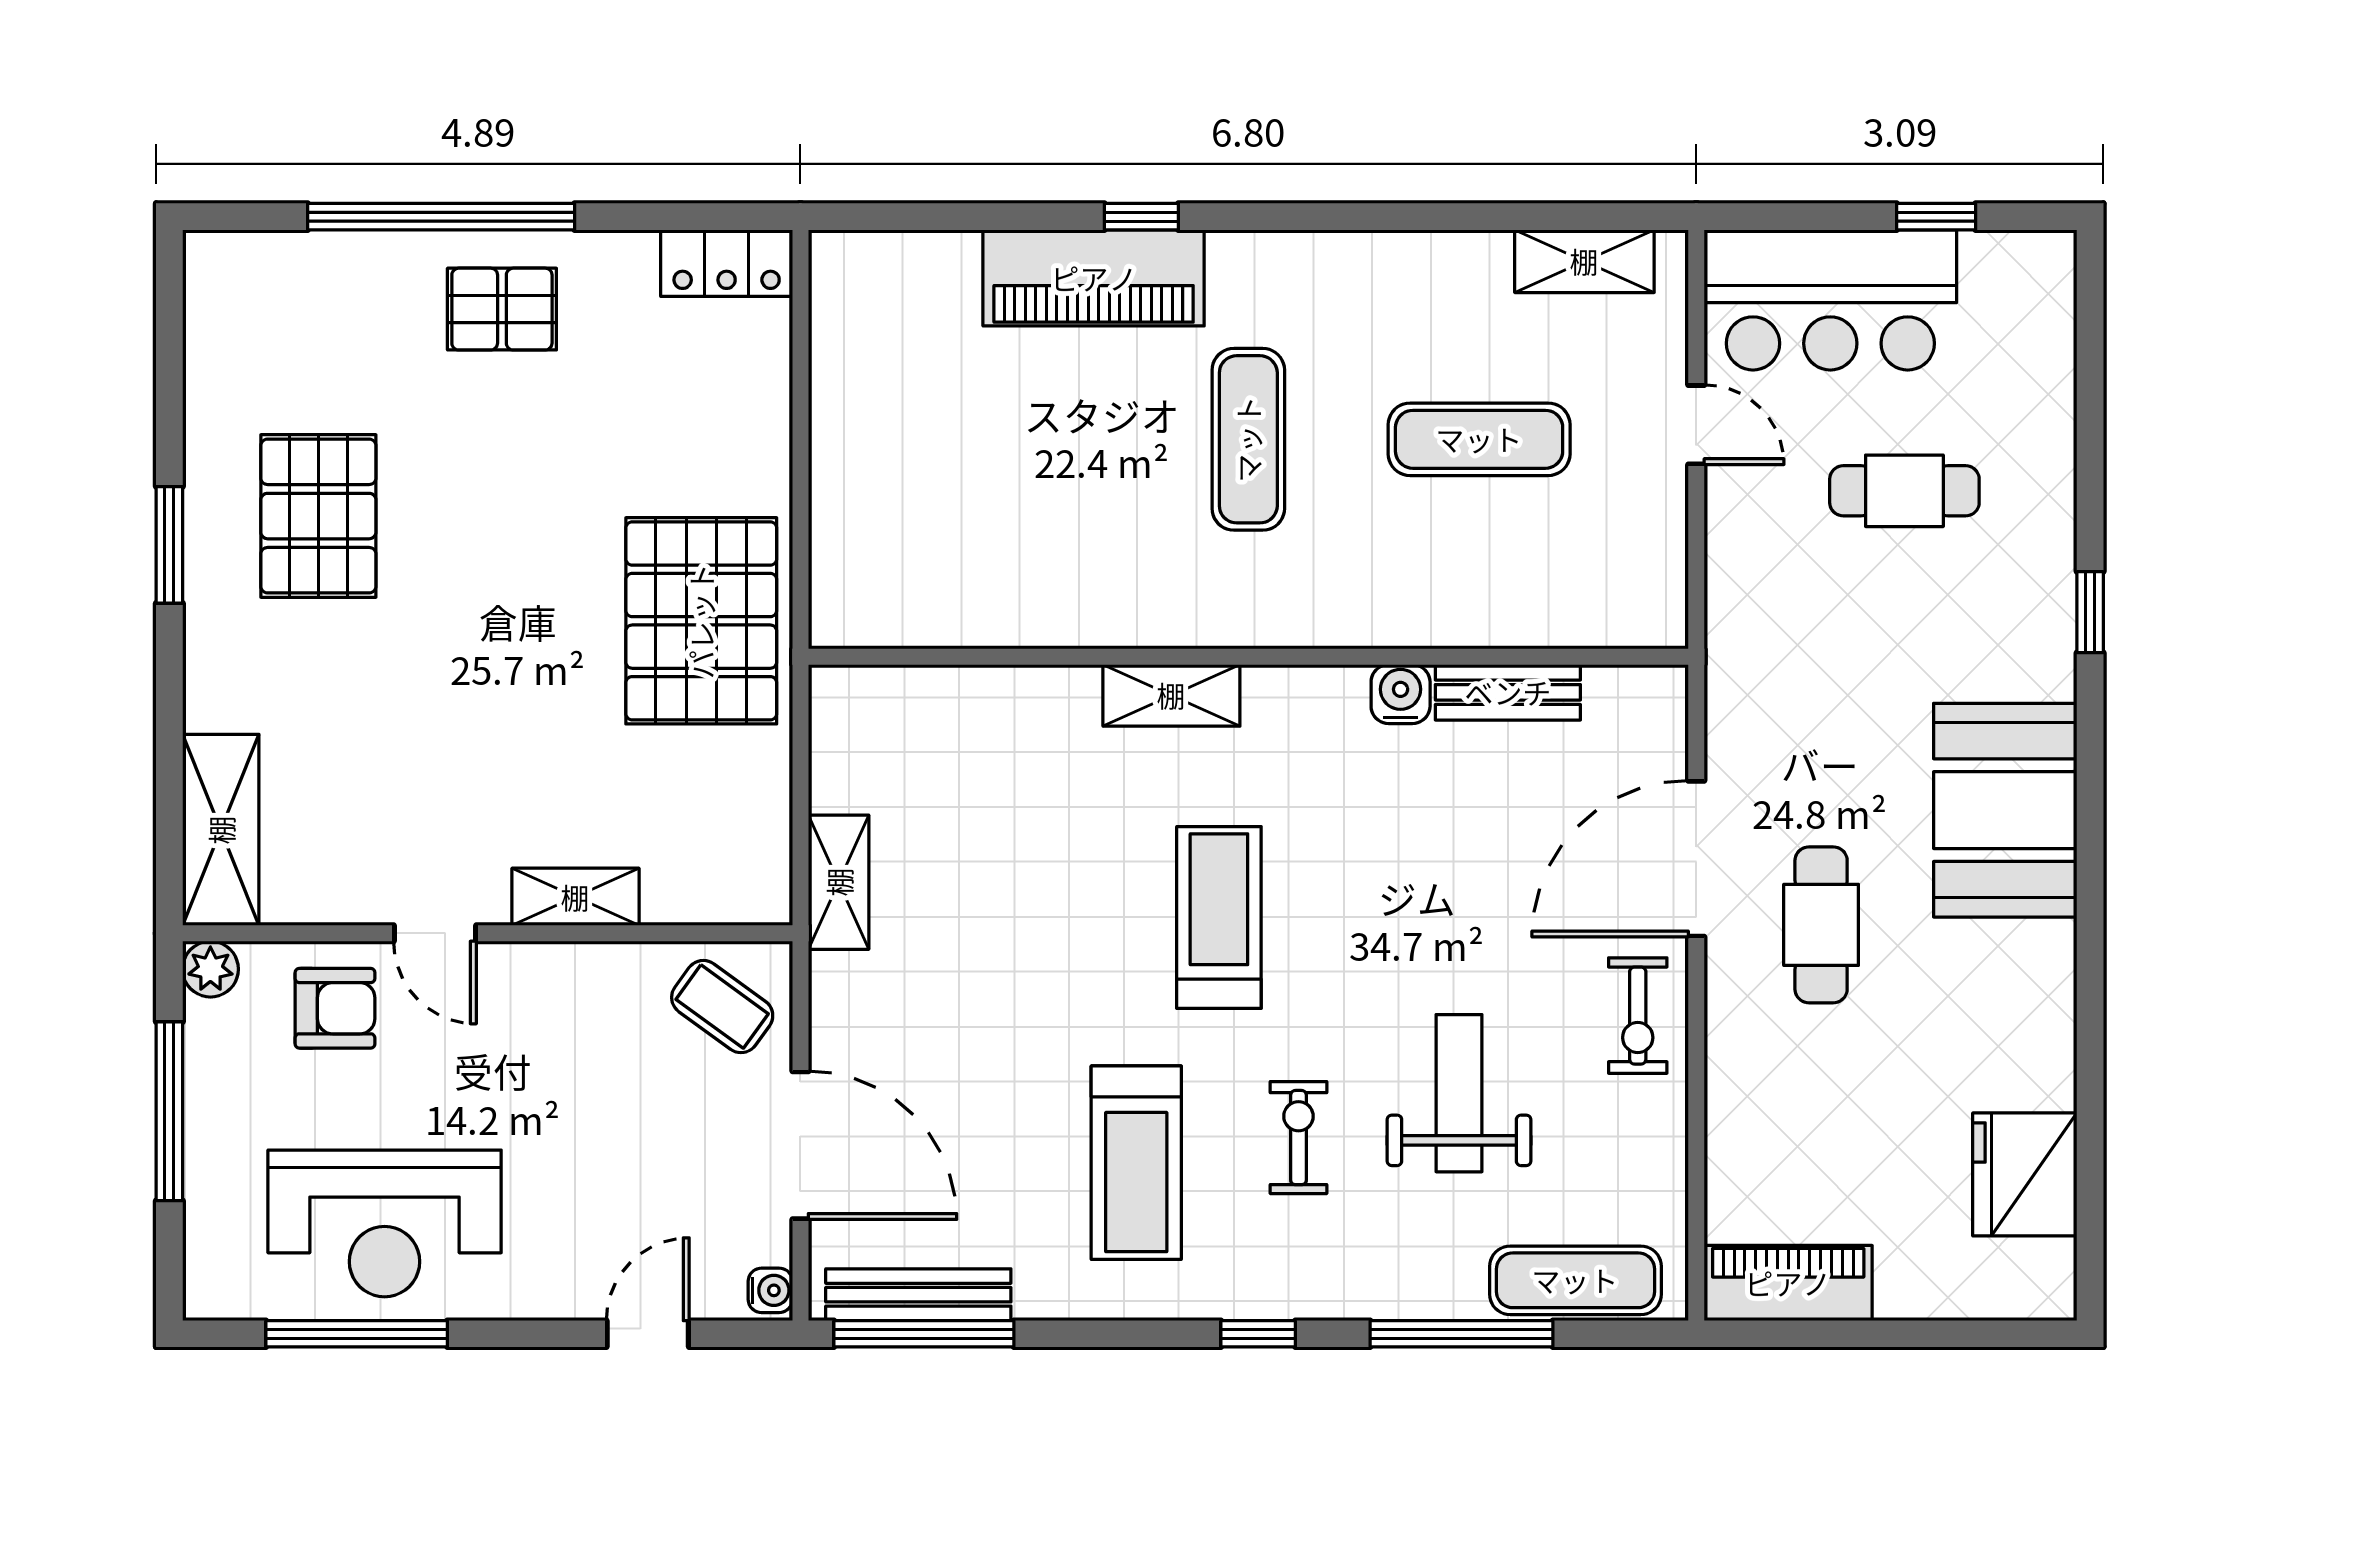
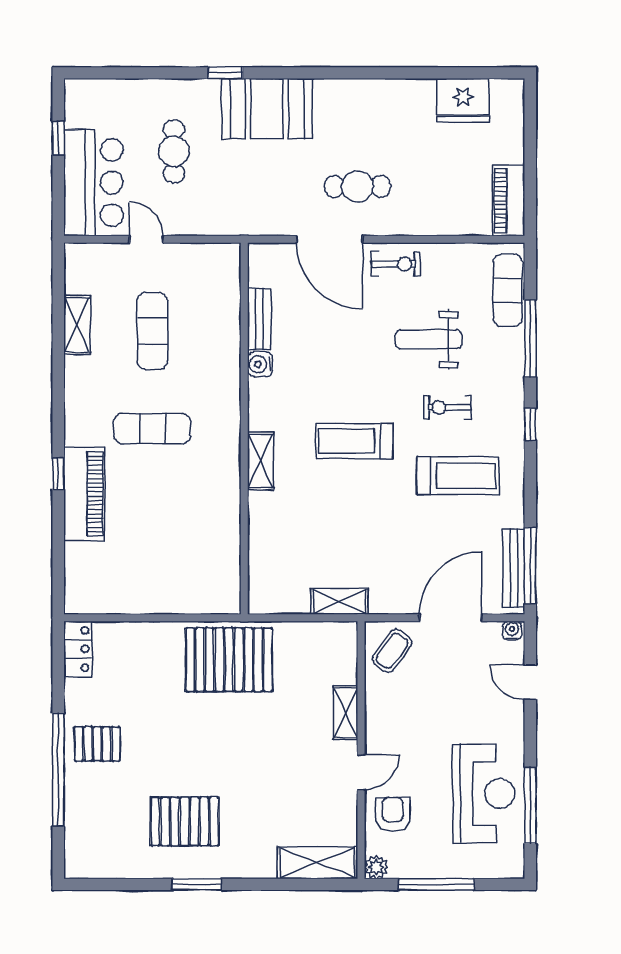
shelving: (1584, 261) -> (77, 325), moved
pallet: (502, 309) -> (97, 744), turned 90
door: (1696, 425) -> (146, 239), hinge flipped
booth: (2005, 810) -> (267, 109), moved

